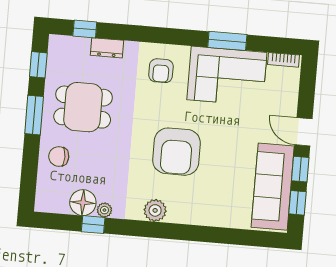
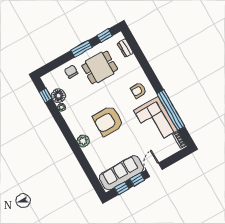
window: (85, 29) -> (134, 45), removed
window: (227, 41) -> (171, 110), width x2.11
dresser: (107, 48) -> (125, 48), moved
dining table: (83, 107) -> (100, 67), turned 90
plant: (155, 210) -> (83, 141), moved
window: (93, 225) -> (46, 95), moved

